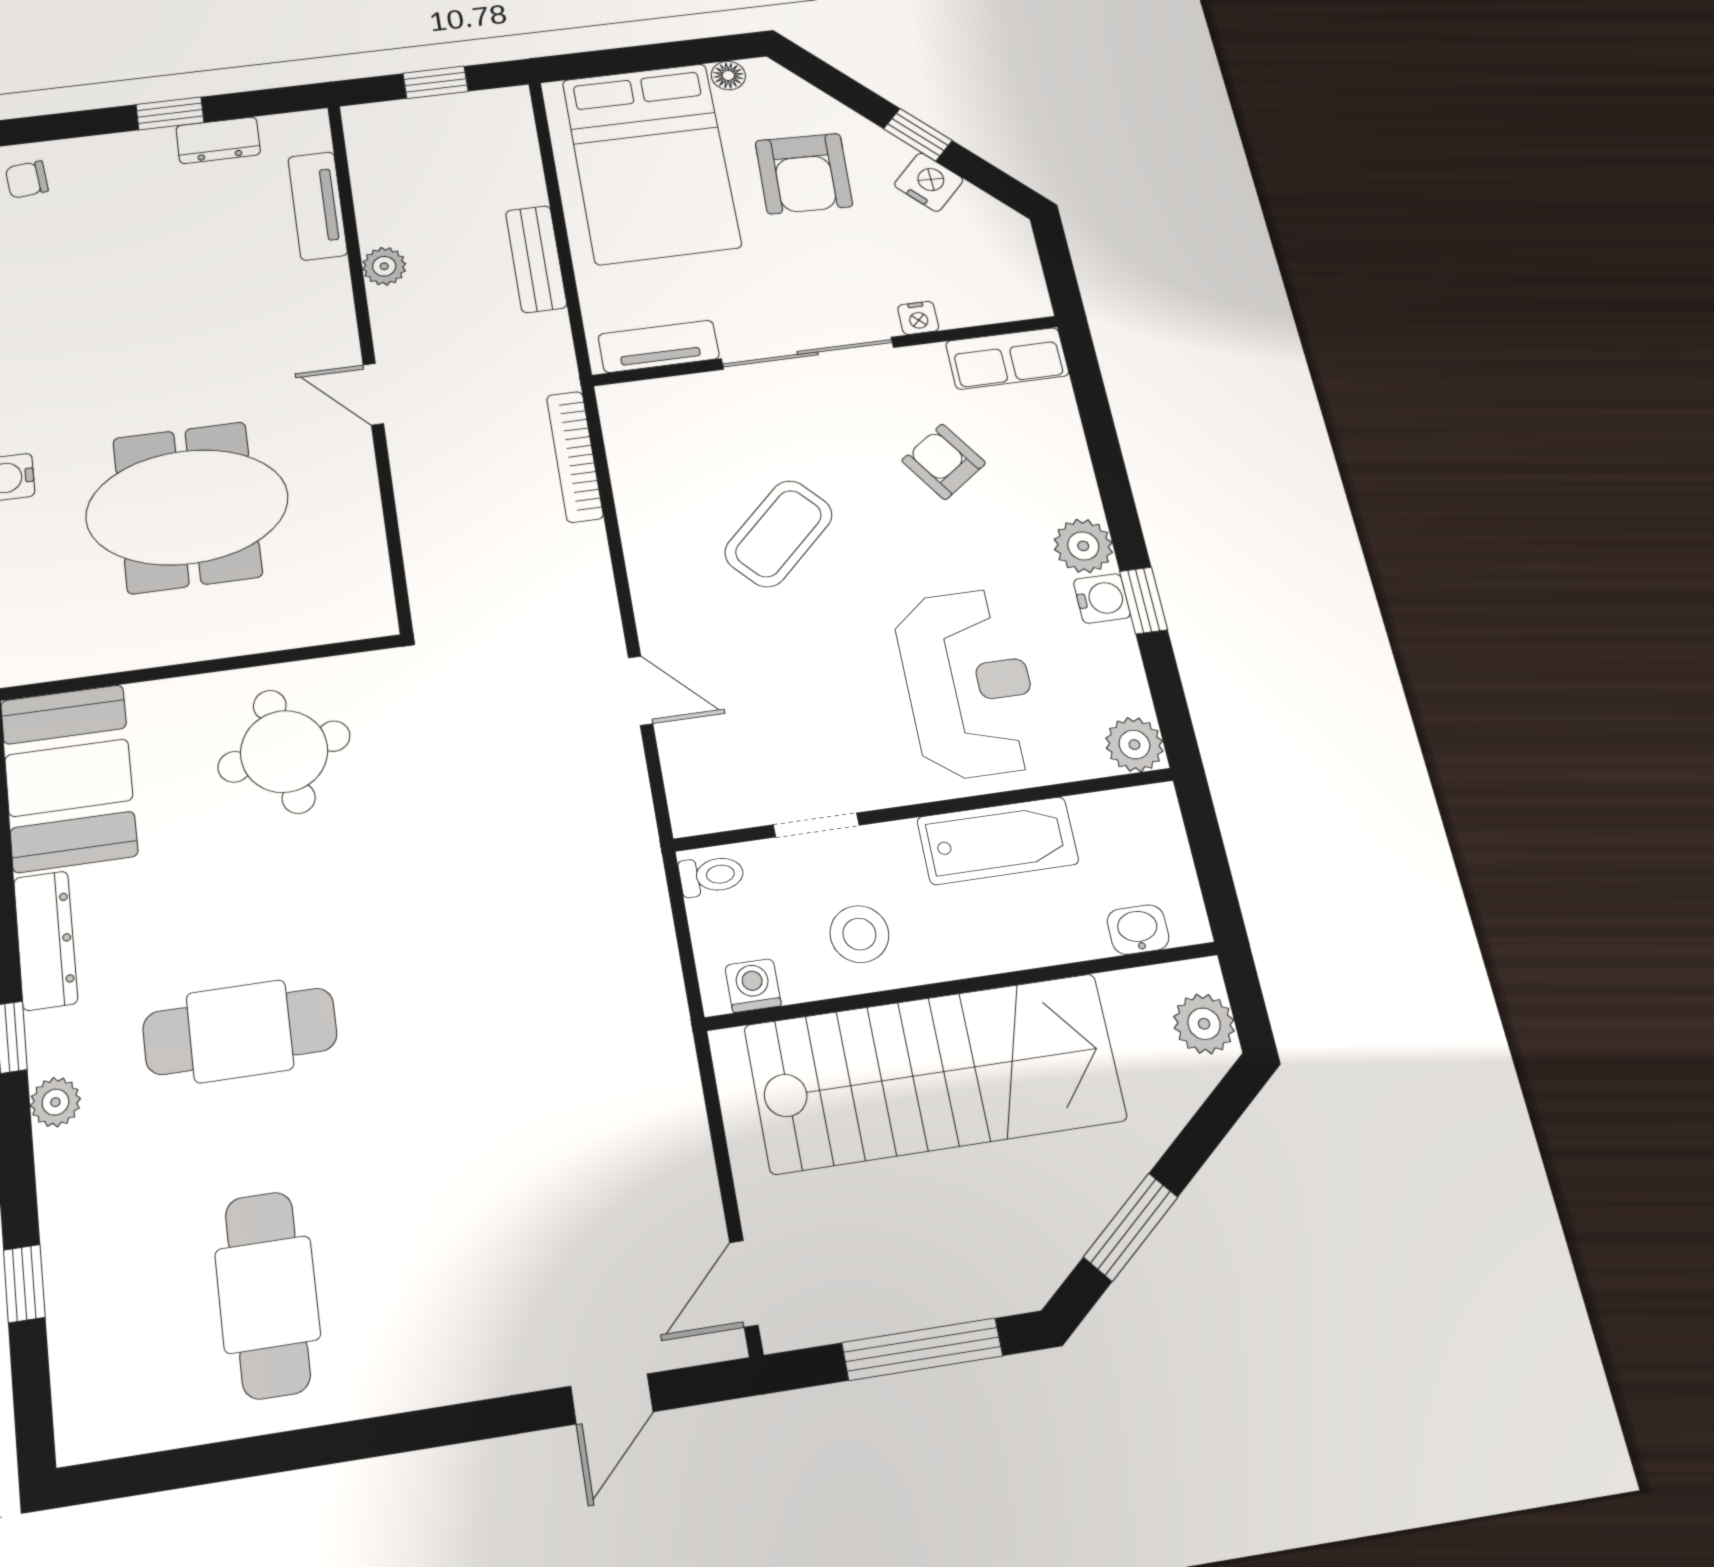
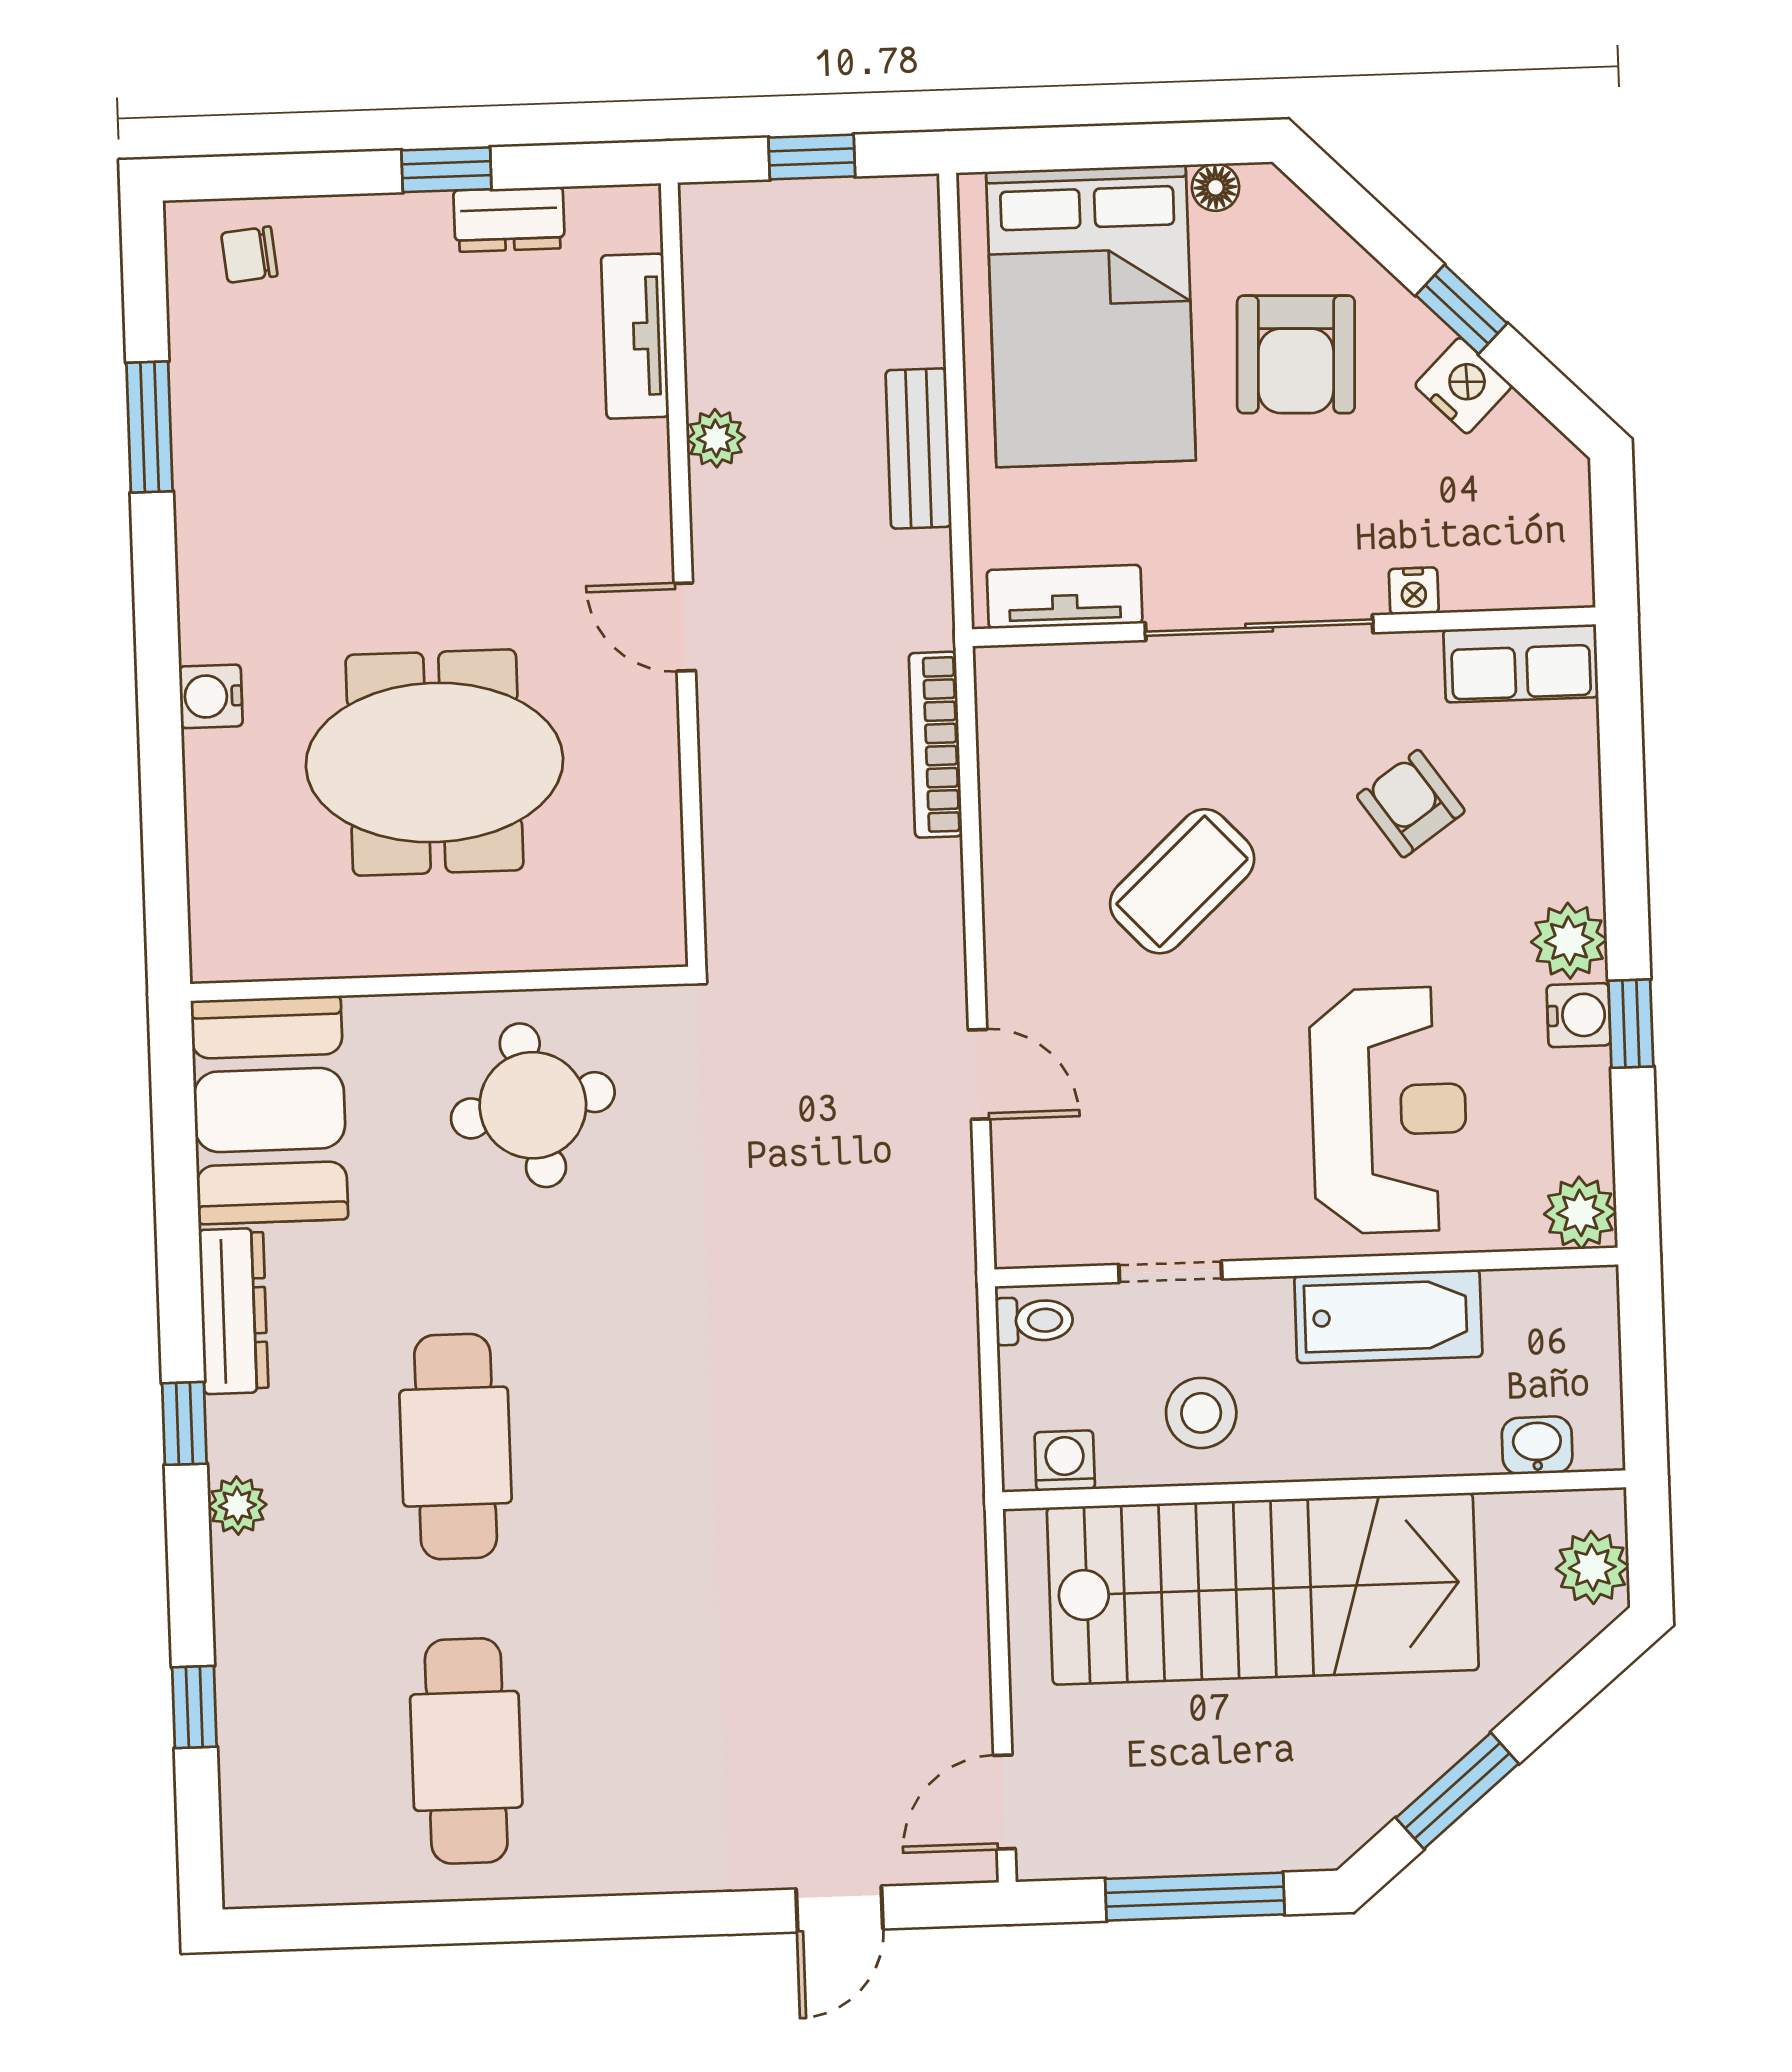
cafe table: (240, 1031) -> (456, 1447), turned 90

